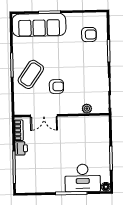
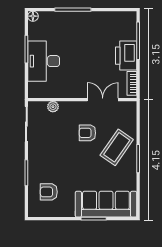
printer: (21, 148) -> (126, 56), width x1.87, depth x1.48
desk: (83, 178) -> (44, 61), moved, turned -90

